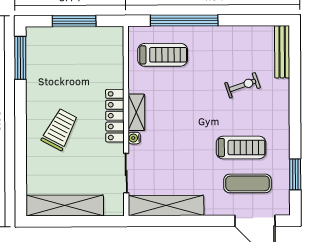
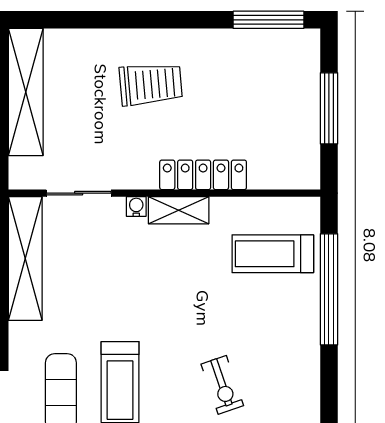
treadmill: (163, 55) -> (273, 254), turned 90
locker: (115, 116) -> (203, 175), moved
trolley: (60, 129) -> (151, 84), turned -33

